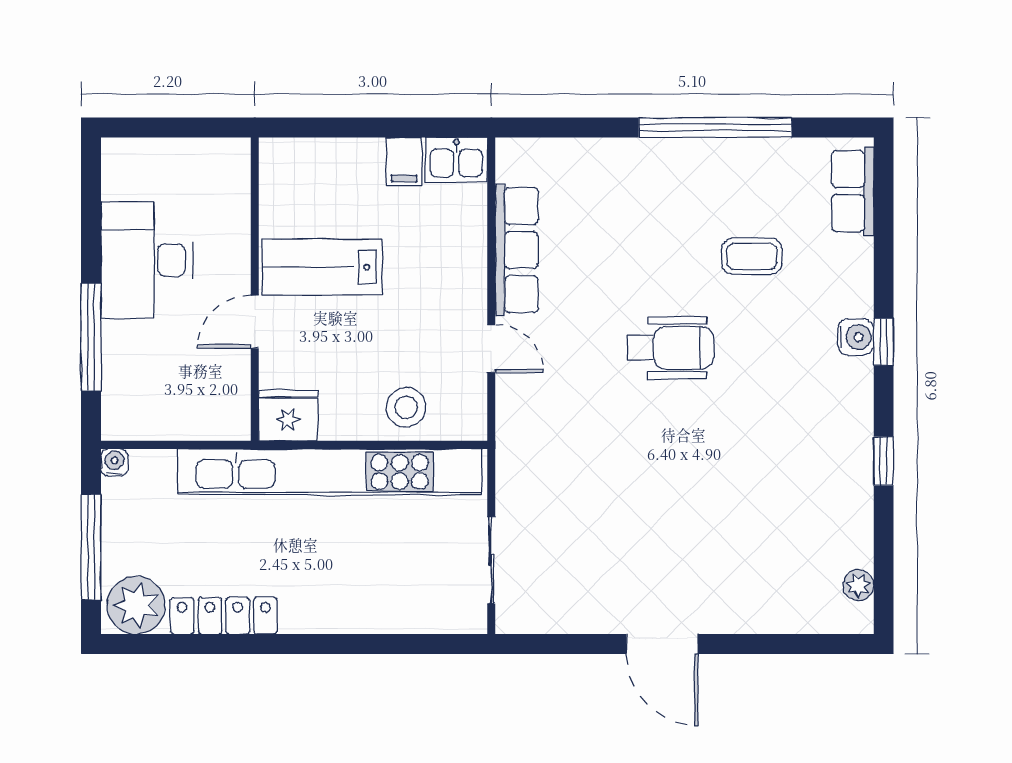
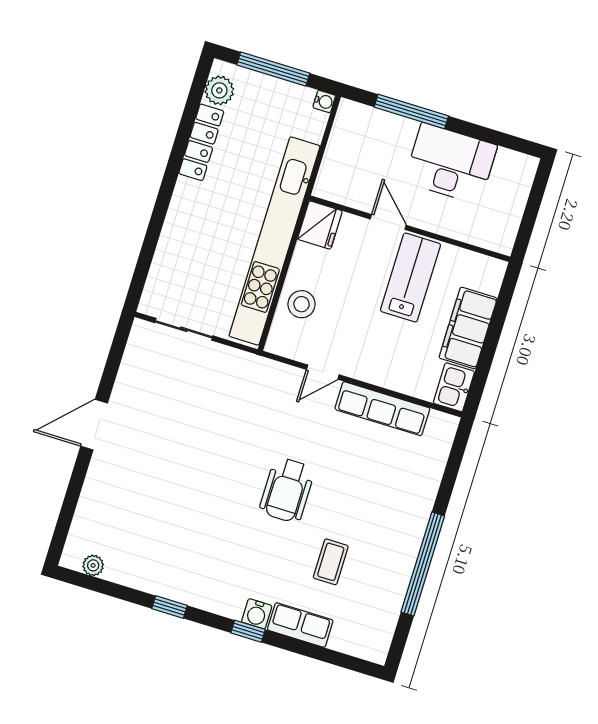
filing cabinet: (404, 161) -> (468, 328), width x3.00, depth x1.17
row of seats: (853, 191) -> (300, 625), moved
plant: (136, 605) -> (219, 90), width x0.73, depth x0.73

